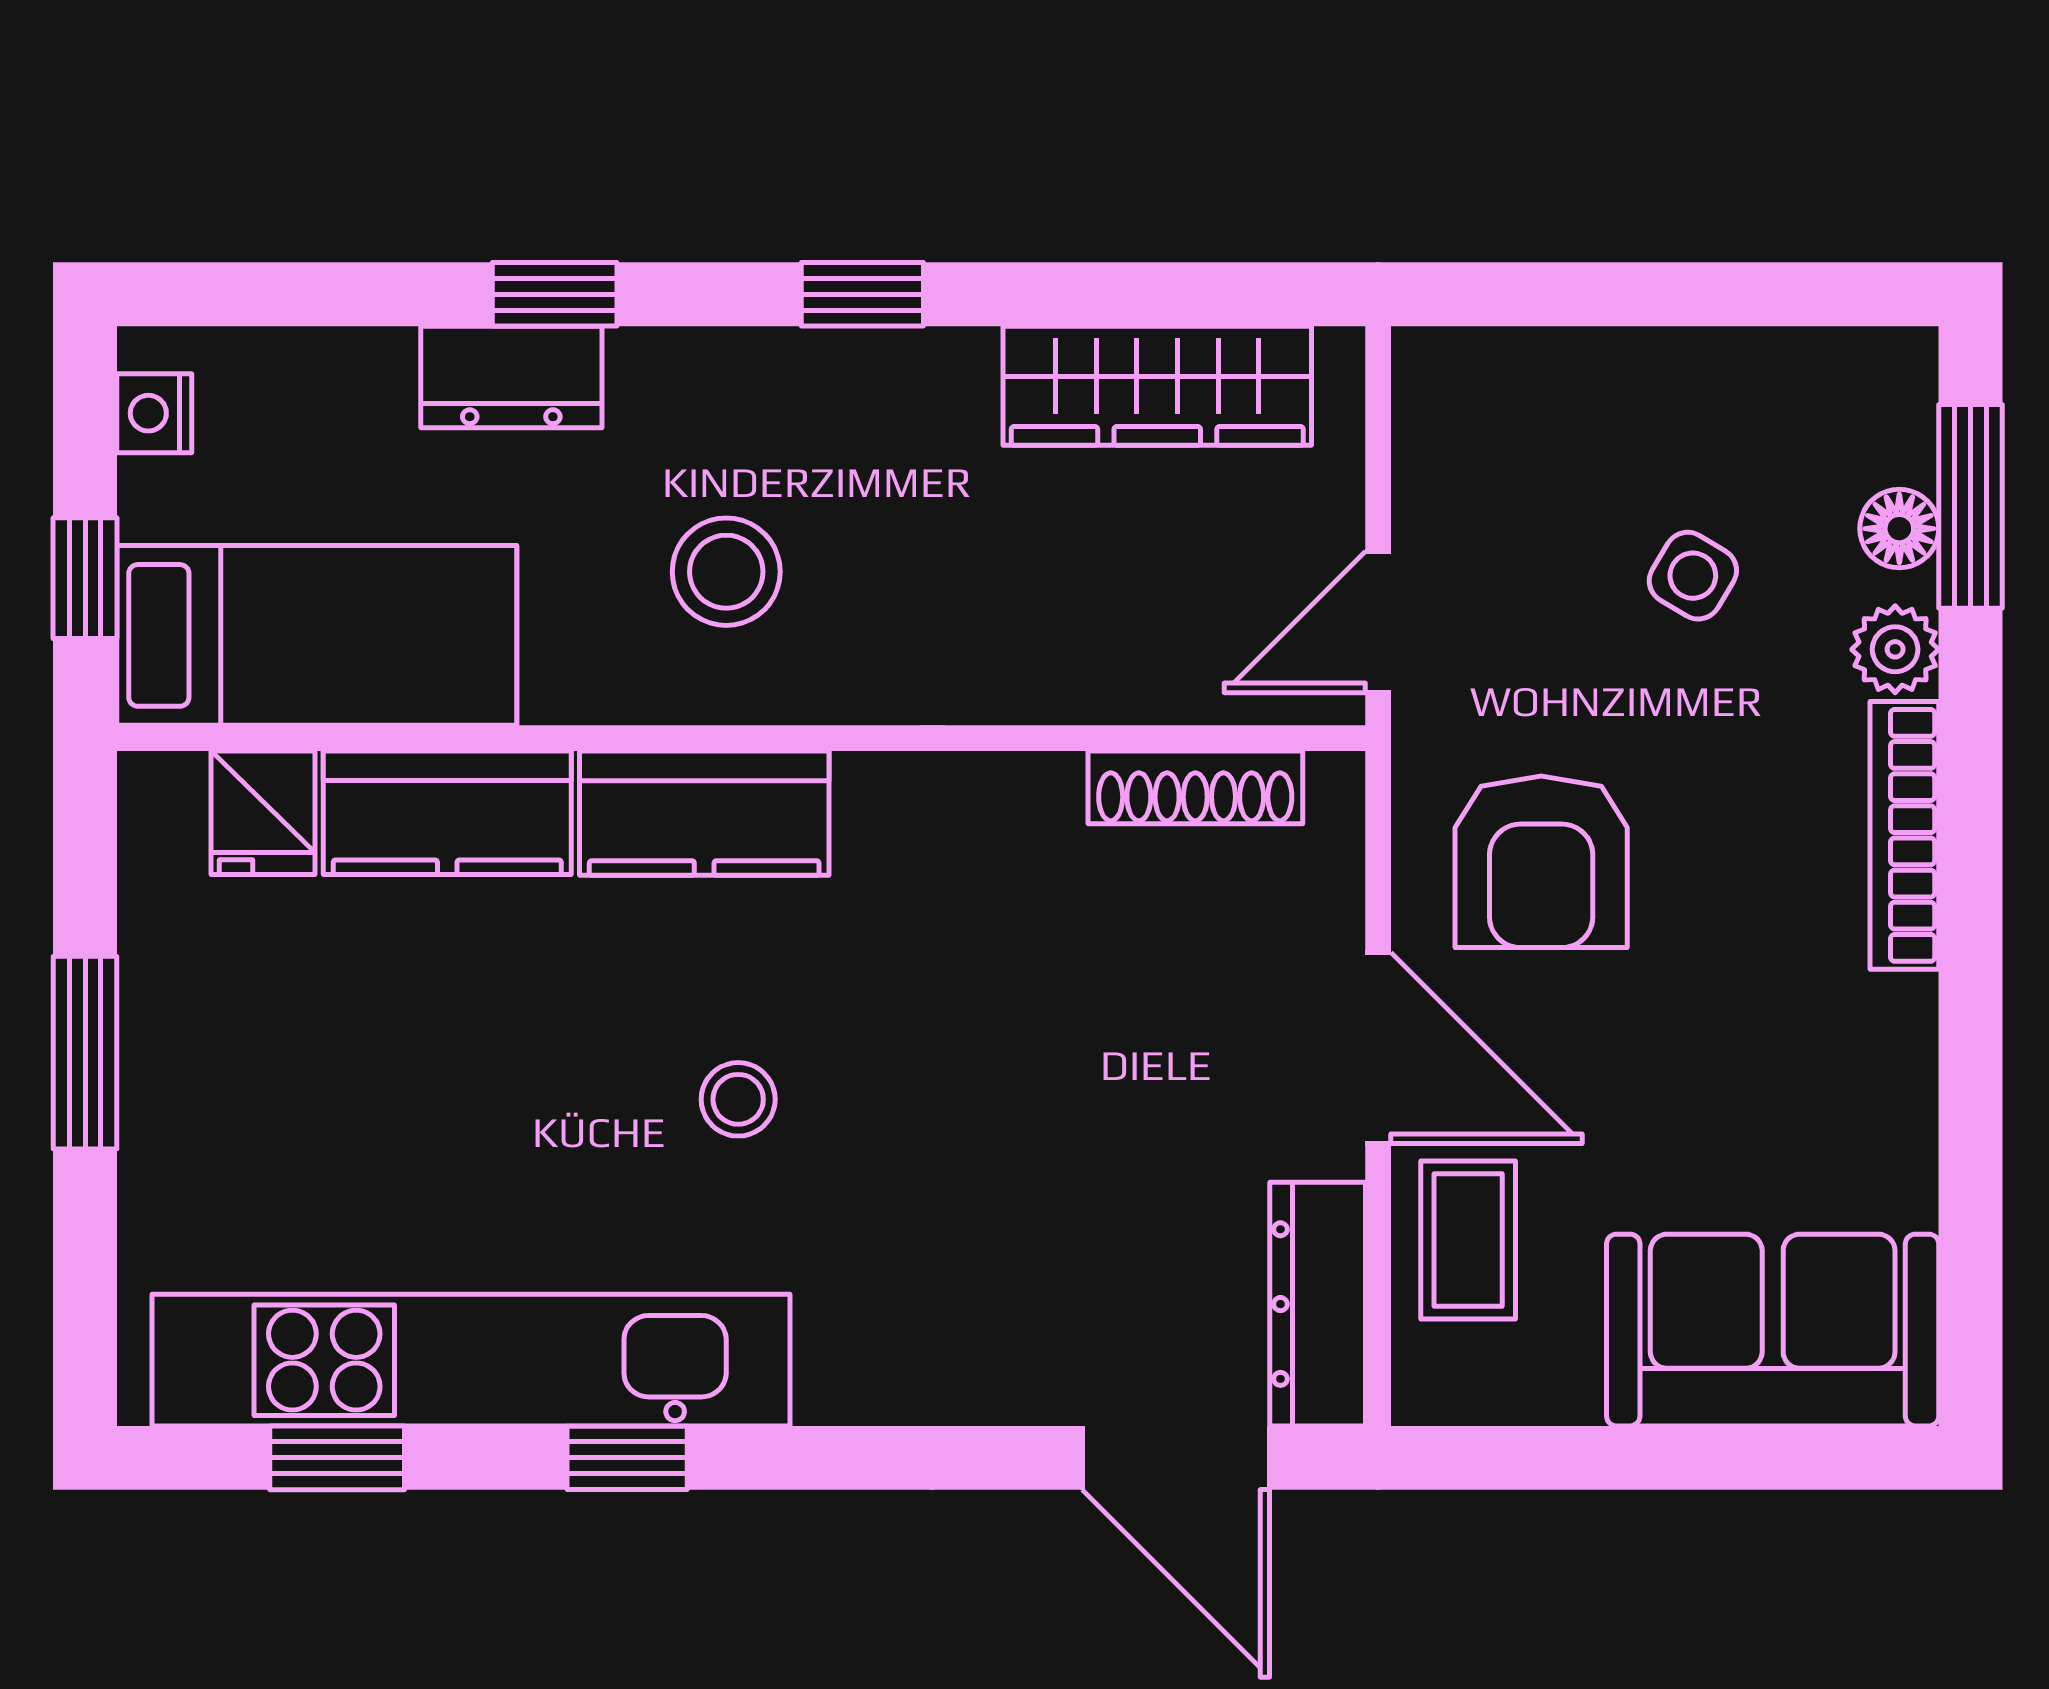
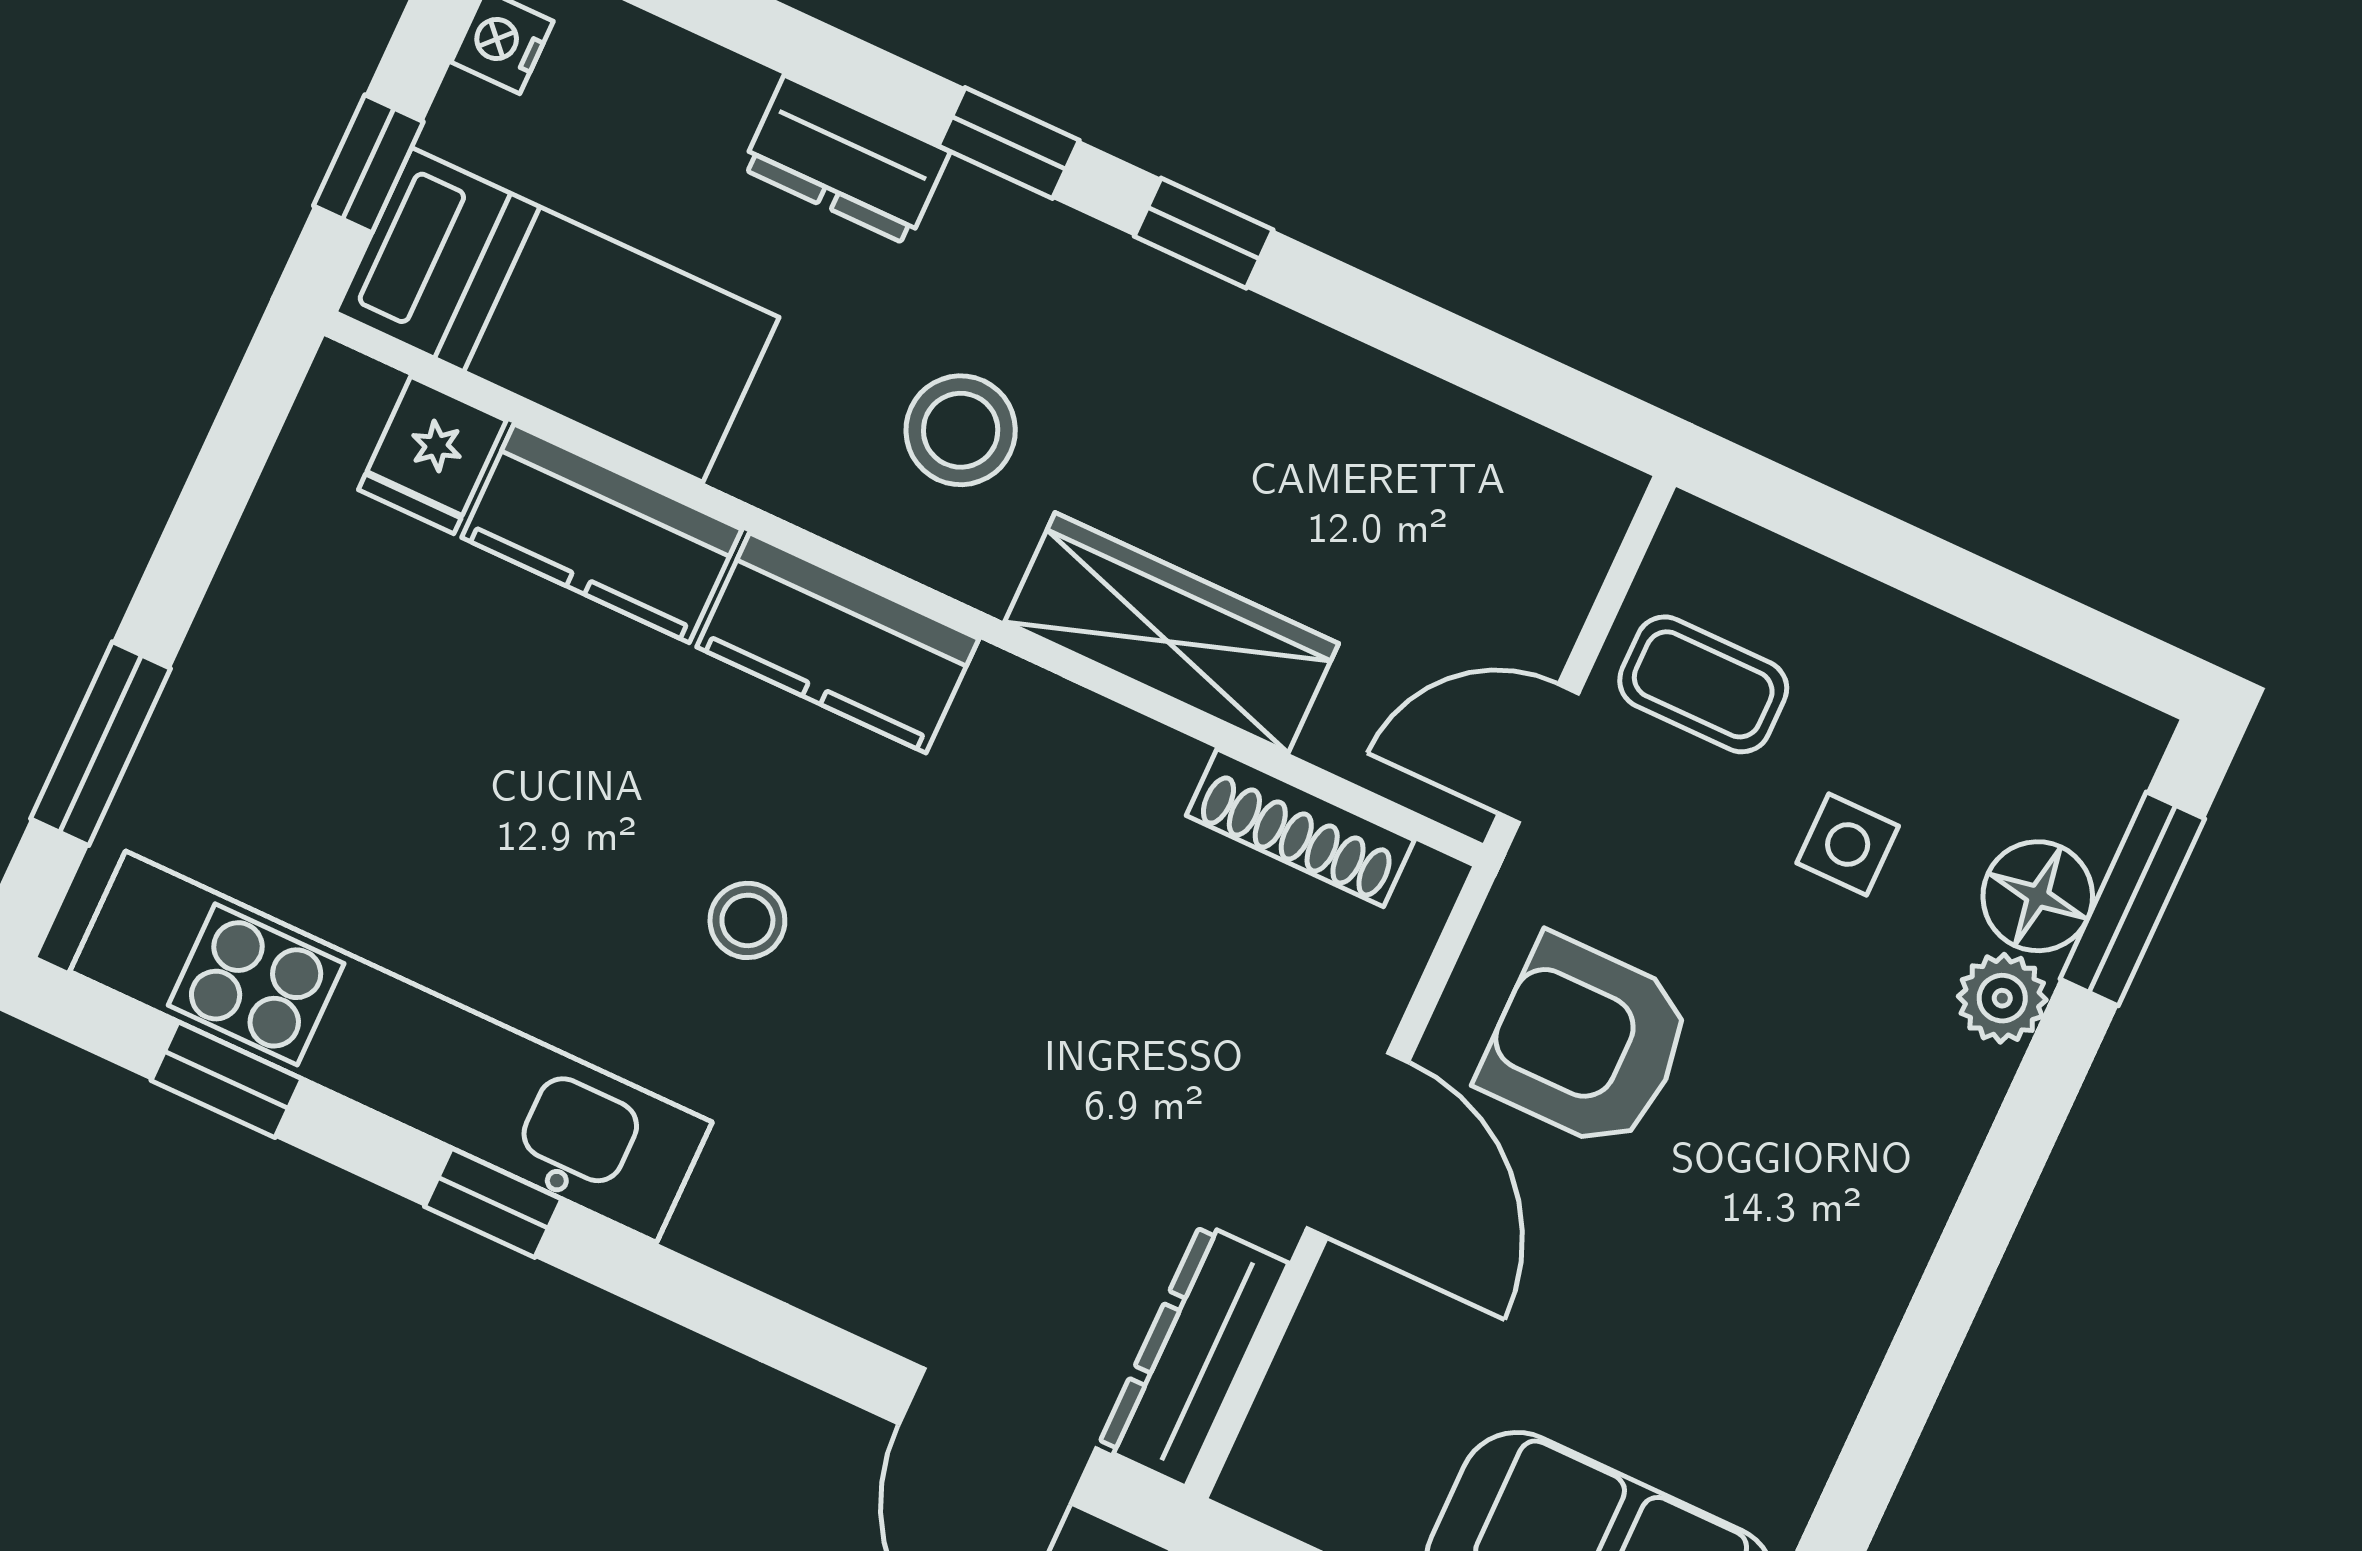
window: (555, 294) -> (1009, 143), moved
wardrobe: (1157, 386) -> (1172, 633), moved, turned 180
floor lamp: (1899, 529) -> (2038, 896), width x1.37, depth x1.37
side table: (1693, 576) -> (1848, 845), turned -31
bookcase: (1904, 835) -> (1932, 1173), removed
armchair: (1541, 862) -> (1587, 1043), turned 90
window: (85, 1053) -> (100, 744), moved
coffee table: (1468, 1240) -> (1703, 684), moved, turned 90

